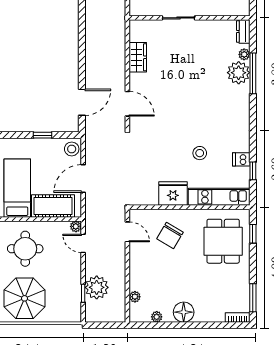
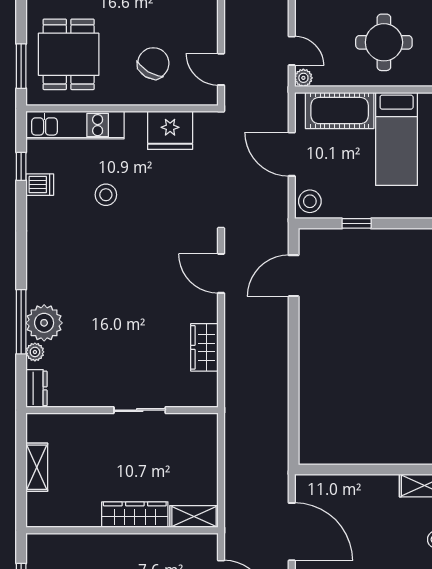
door: (83, 179) -> (292, 154), swing flipped
fridge: (173, 194) -> (170, 130), moved
window: (253, 234) -> (21, 66), width x1.50

